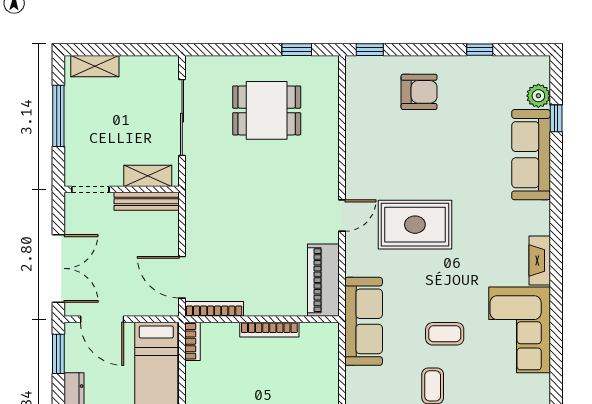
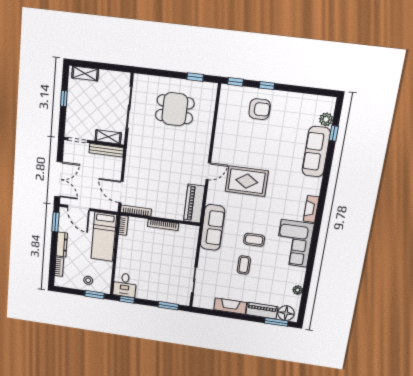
window: (480, 50) -> (267, 86), moved
window: (58, 116) -> (64, 99), width x0.46

